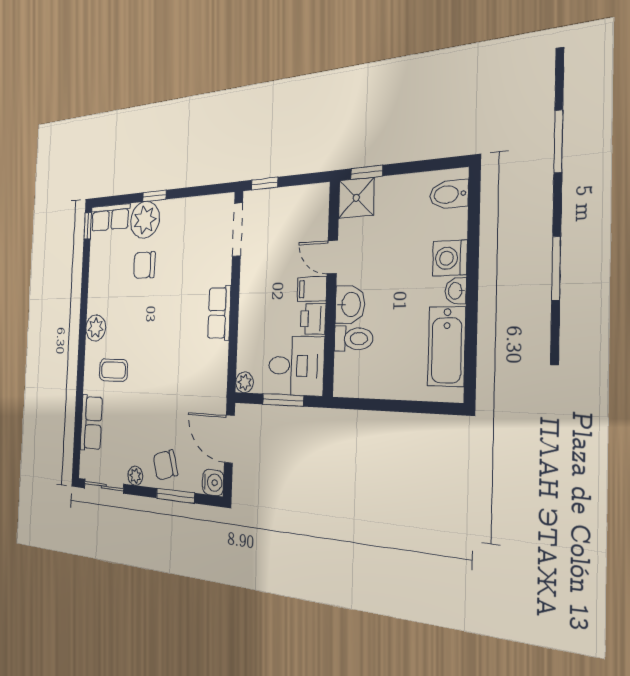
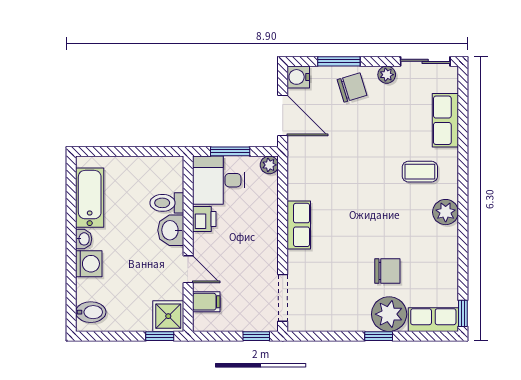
filing cabinet: (312, 289) -> (206, 302), moved

